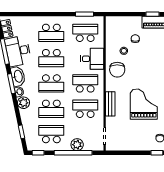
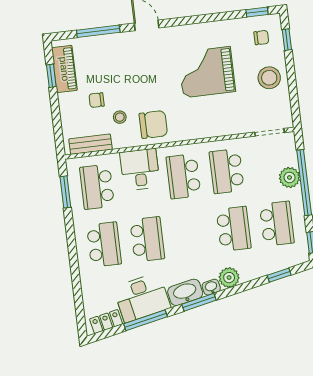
school desk: (51, 83) -> (190, 234), removed
bench: (110, 104) -> (90, 144), moved
school desk: (51, 134) -> (277, 224), turned 180
stool: (136, 140) -> (269, 78), added

